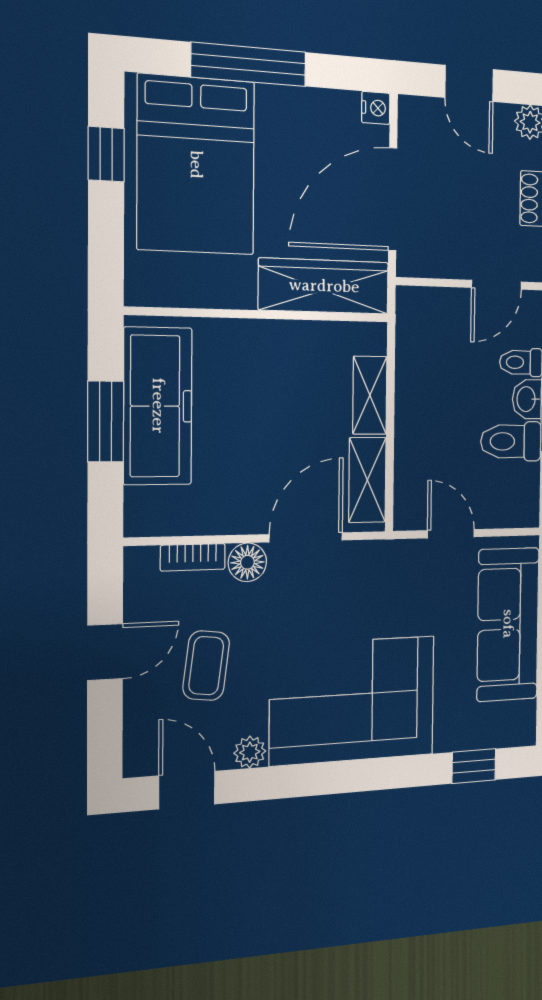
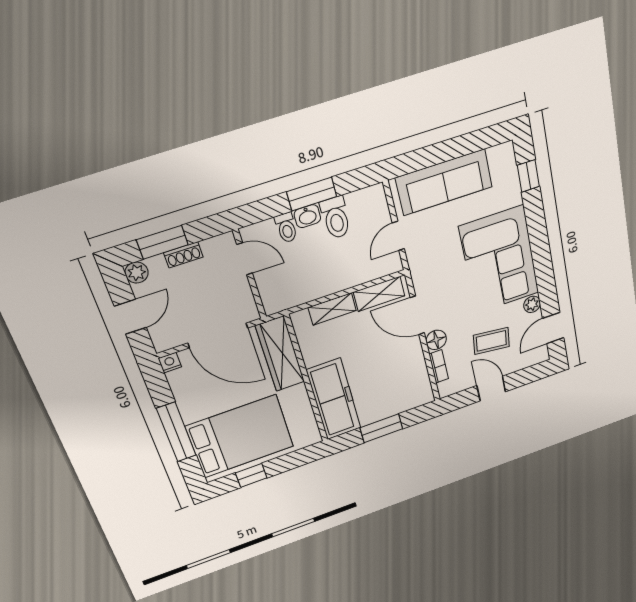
freezer: (158, 406) -> (334, 399), moved, turned 90

